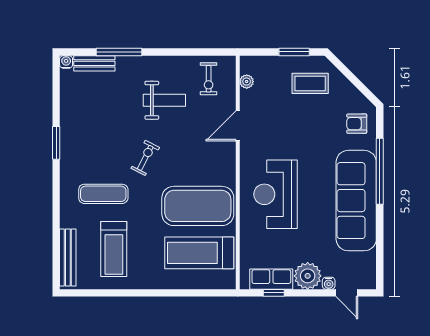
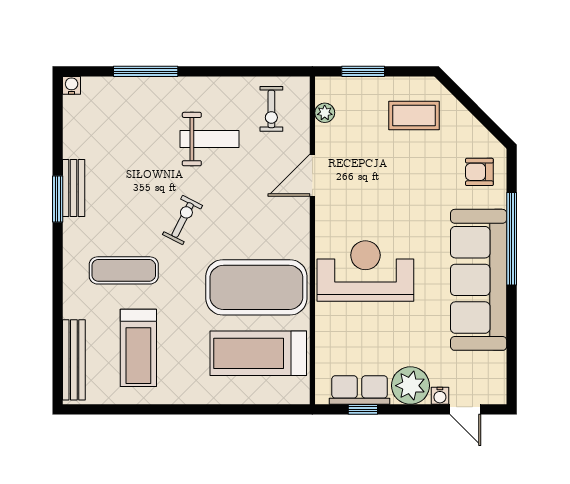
window: (294, 52) -> (363, 71), moved
bench: (94, 63) -> (74, 188), moved, turned 90
reception desk: (276, 194) -> (365, 271), turned 90

